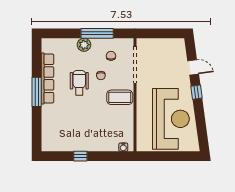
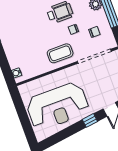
coffee table: (120, 97) -> (60, 53), turned 90

